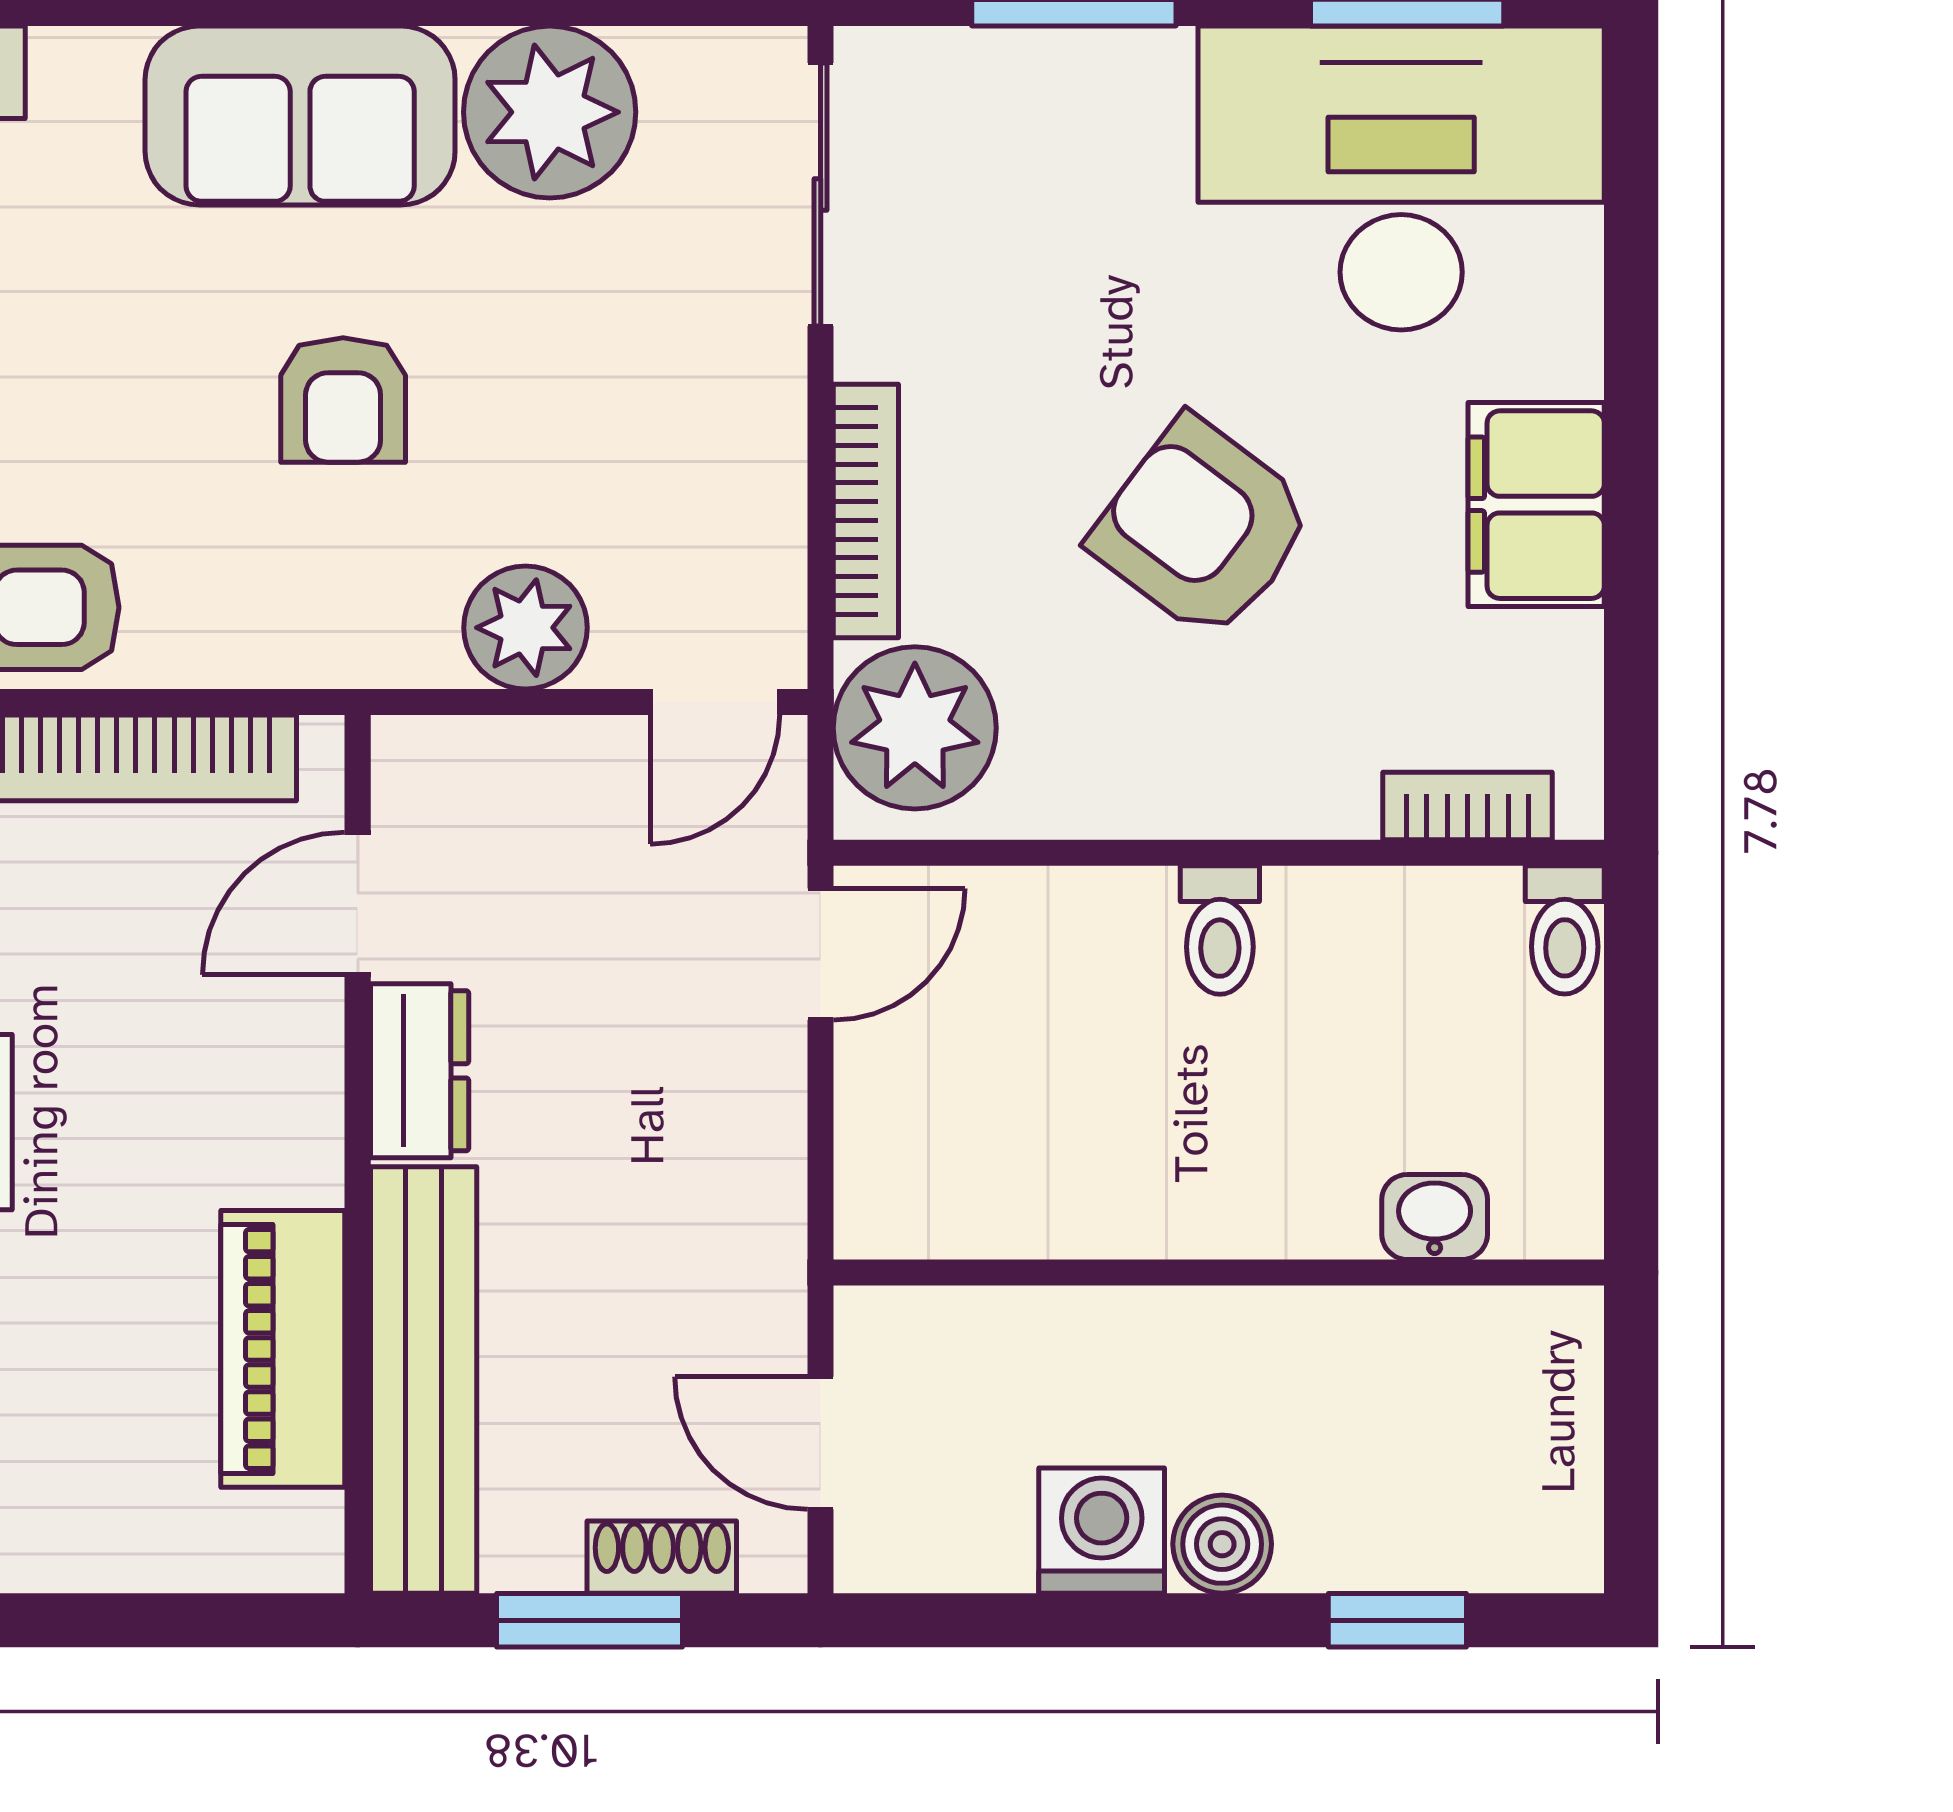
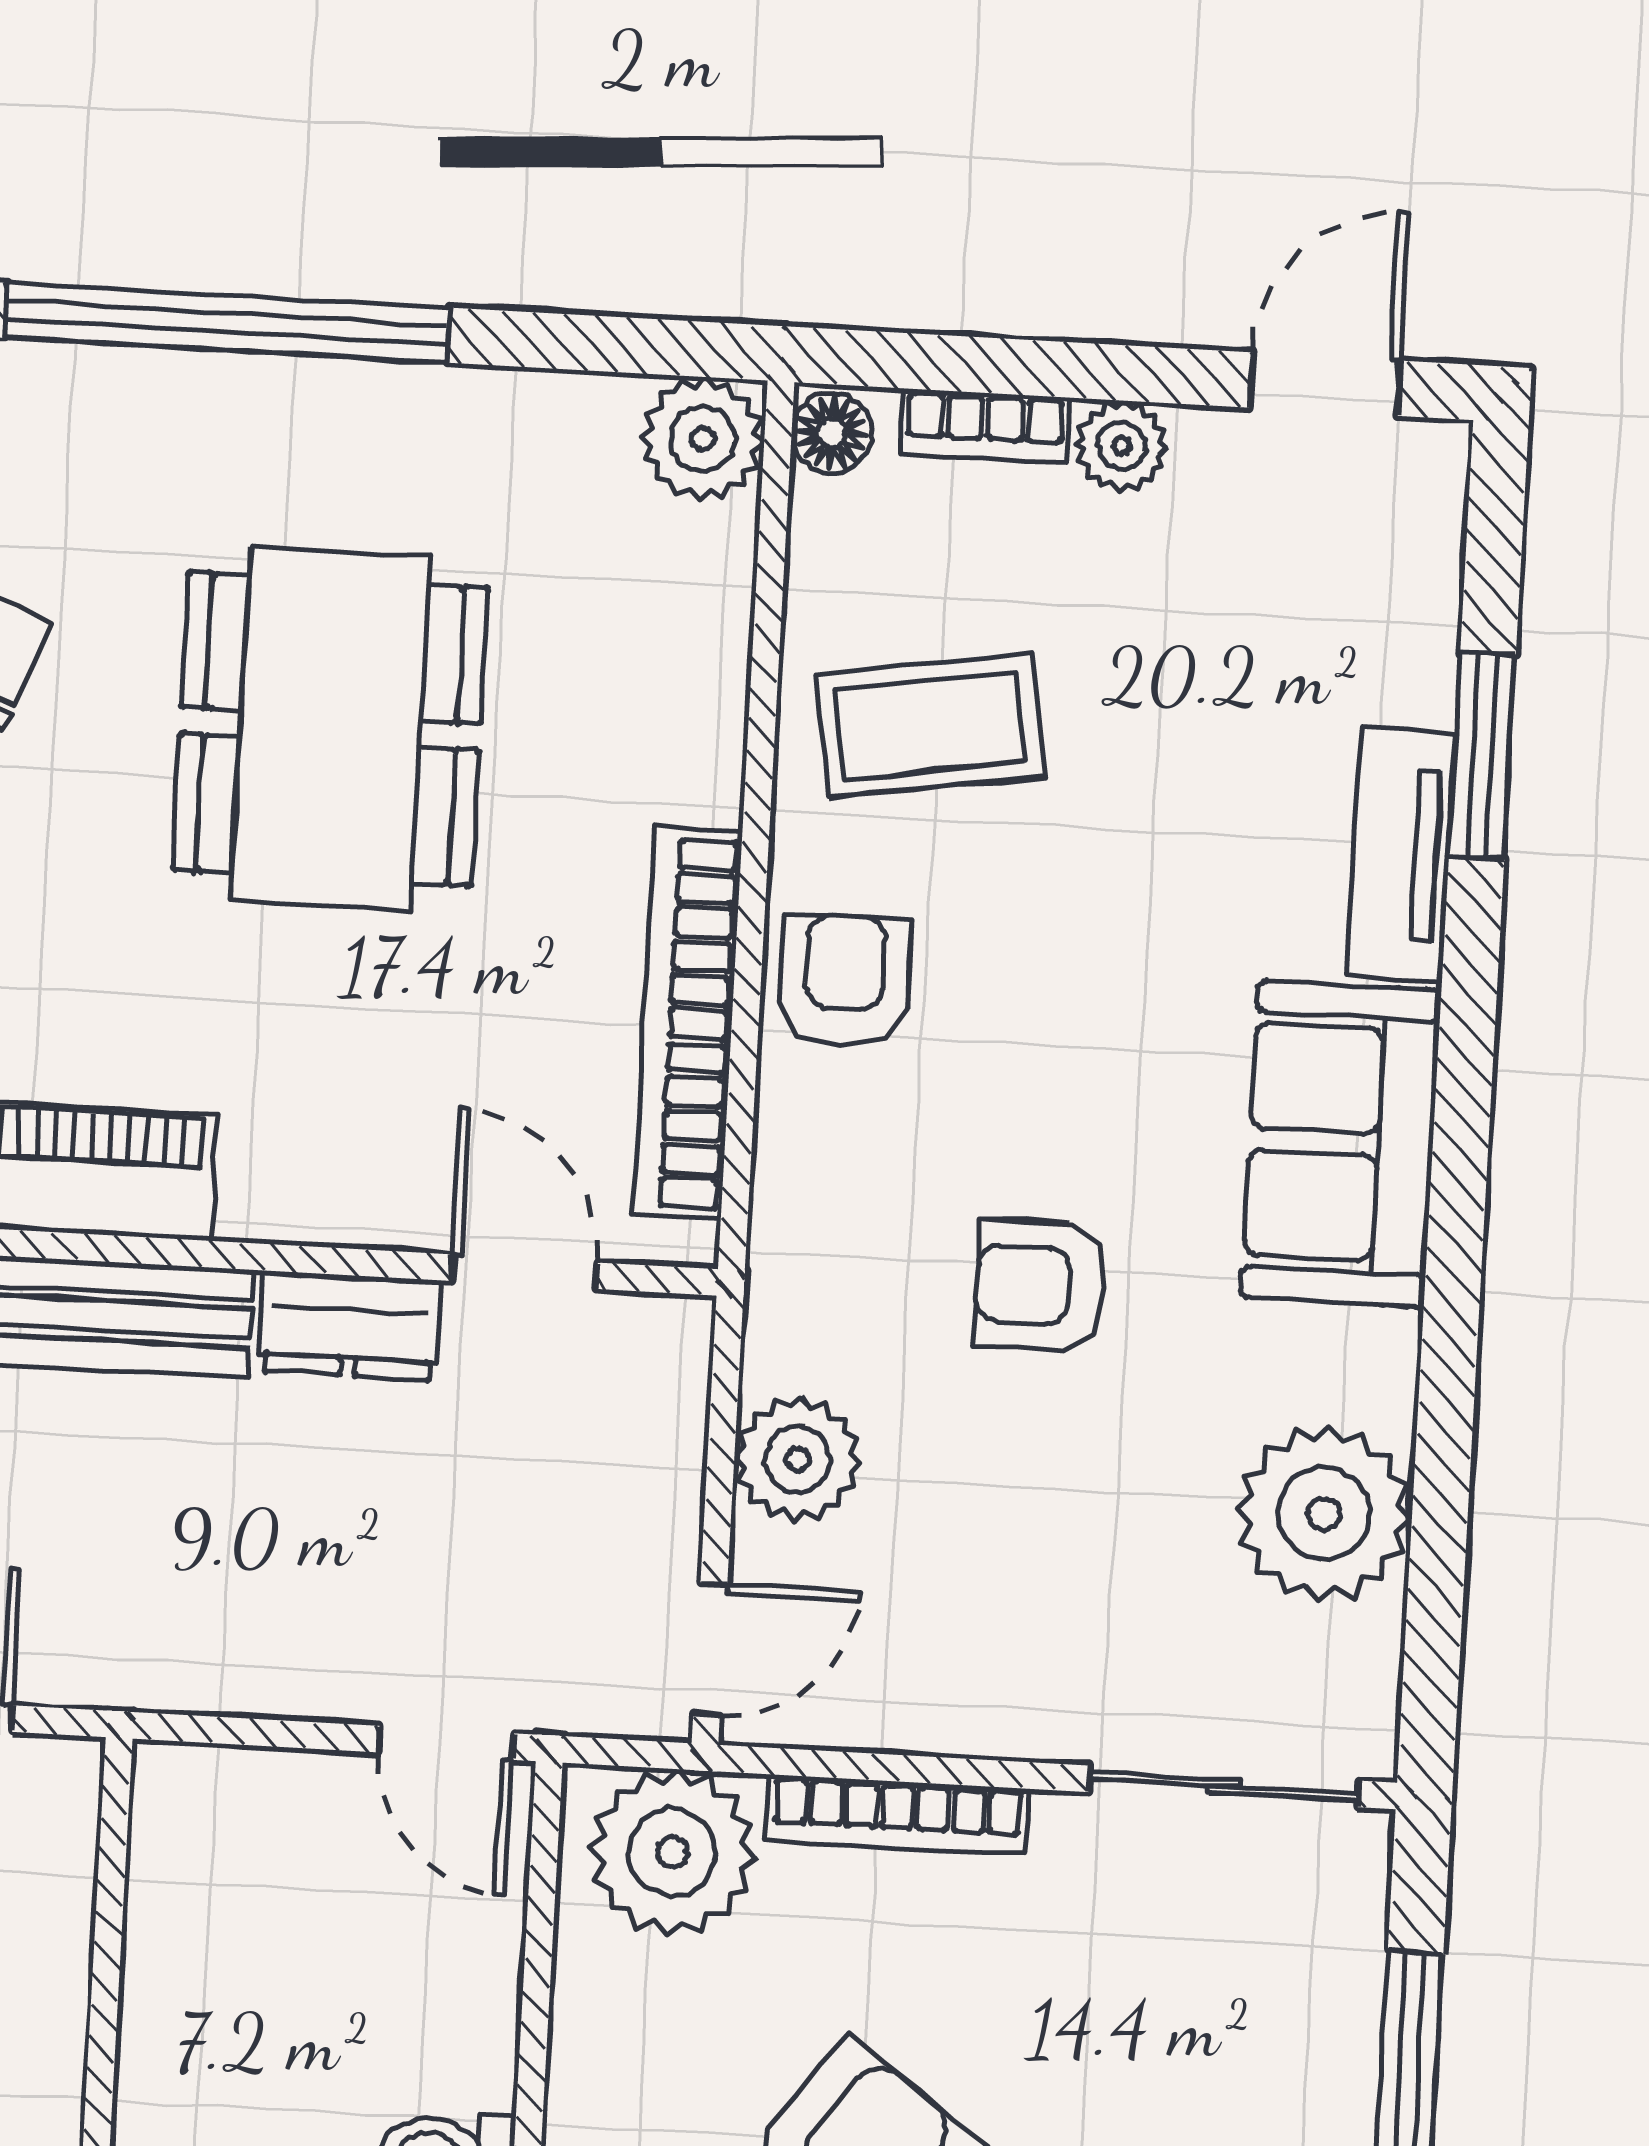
sofa: (300, 116) -> (1341, 1144), moved
door: (715, 702) -> (710, 1649), swing flipped

